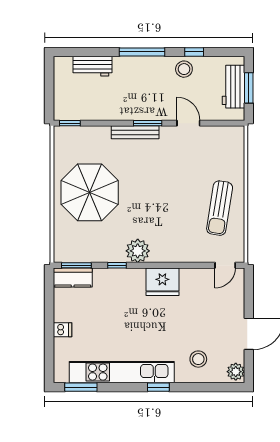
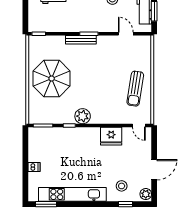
door: (188, 123) -> (126, 34), moved
door: (225, 265) -> (139, 125), hinge flipped
kitchen counter: (73, 278) -> (41, 133), removed
fridge: (162, 282) -> (111, 136), moved
window: (158, 387) -> (125, 204), moved

